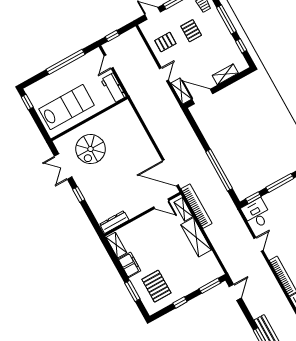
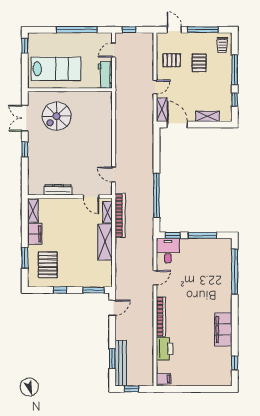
door: (170, 173) -> (114, 175), width x0.53
dresser: (114, 222) -> (58, 190), moved

